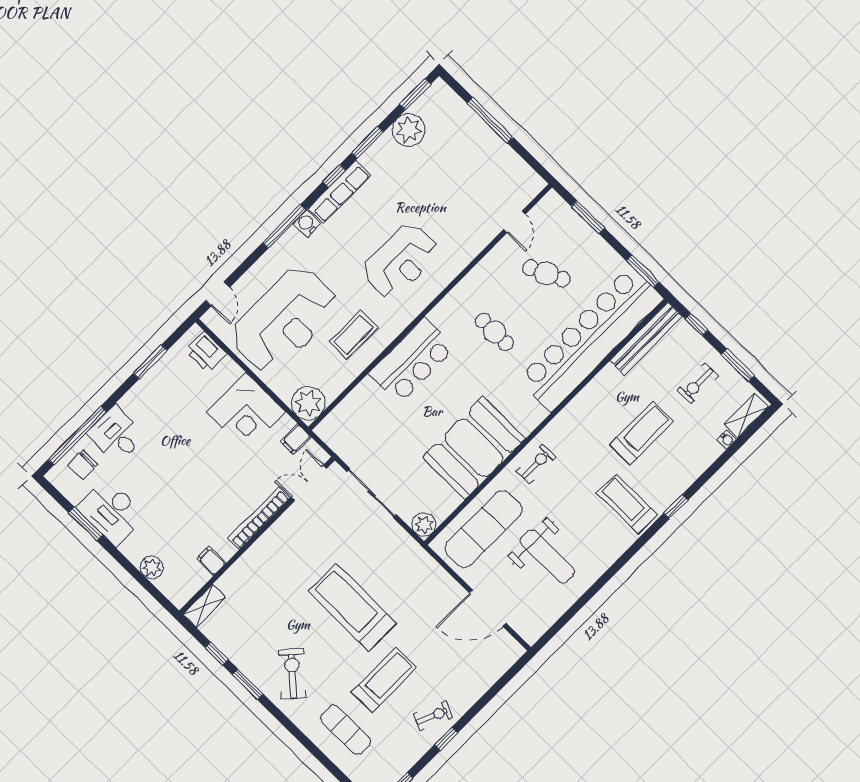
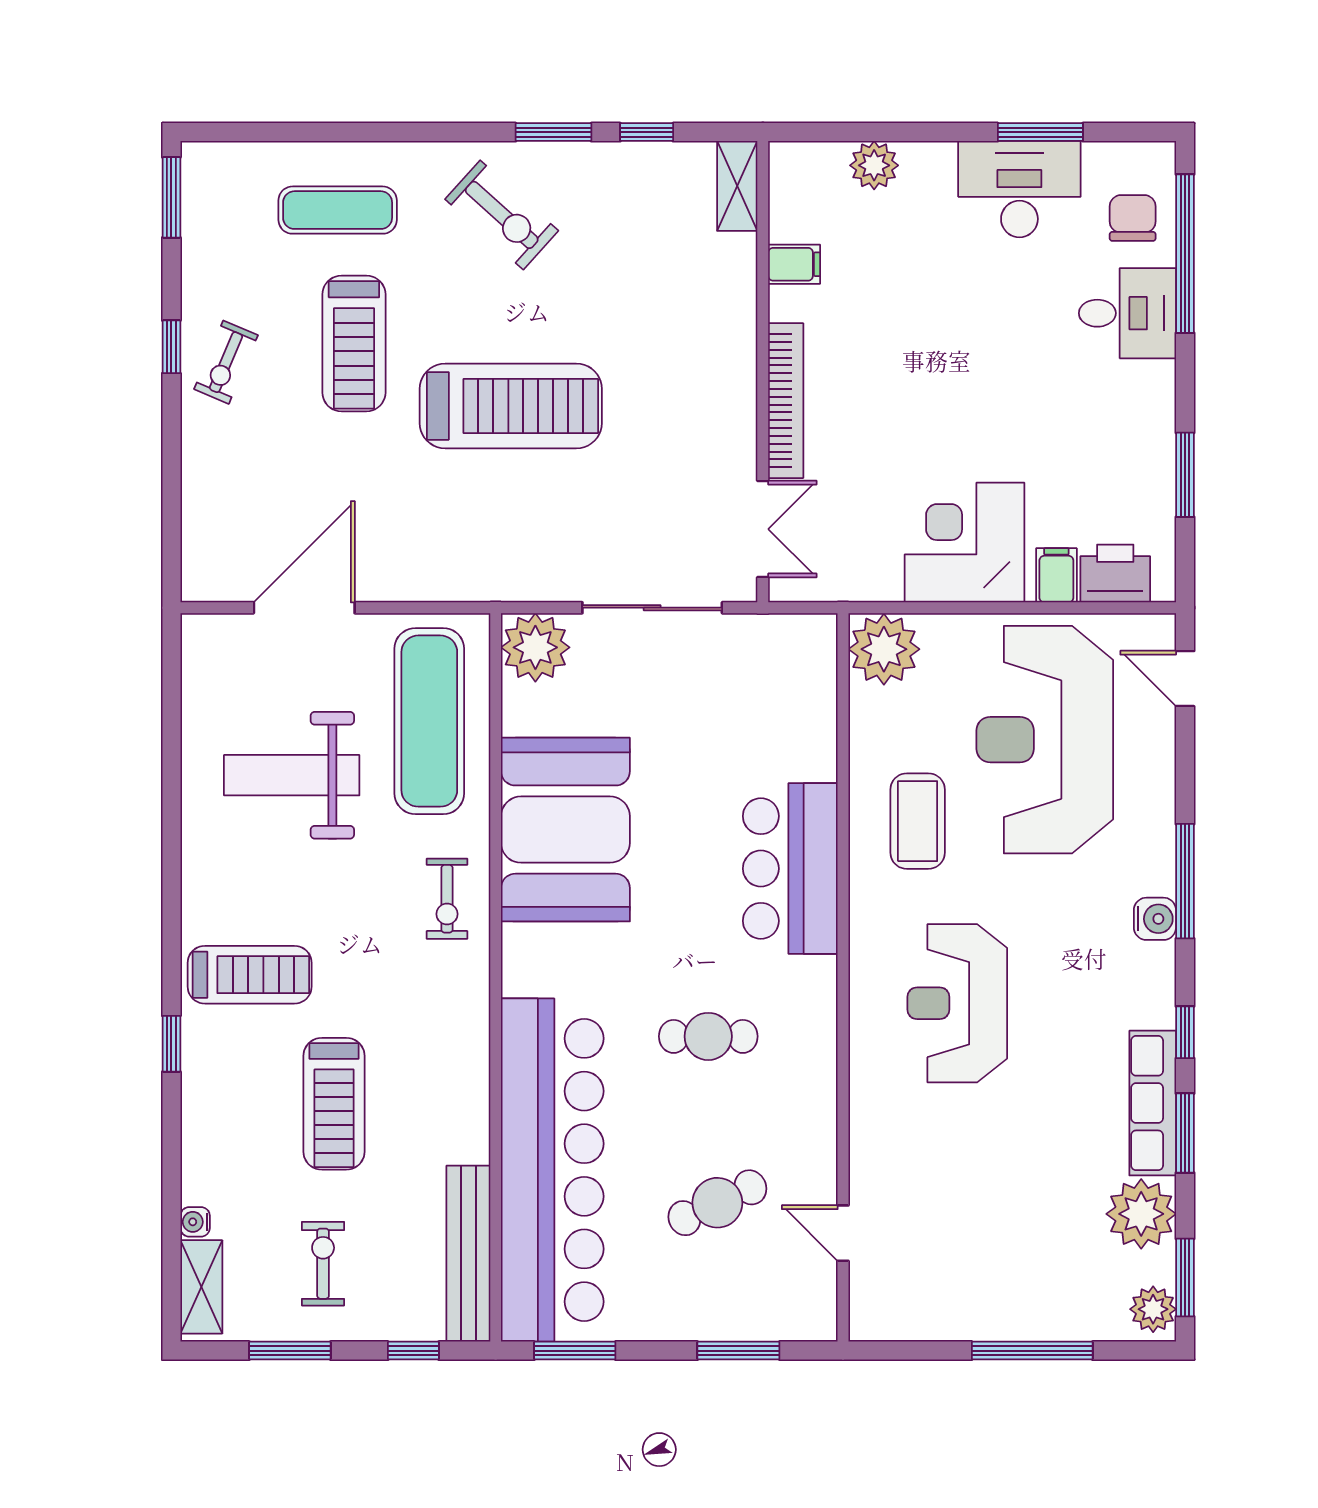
plant: (436, 94) -> (1153, 1309), added
row of seats: (340, 192) -> (1153, 1103), moved
filing cabinet: (296, 440) -> (1056, 575), moved
plant: (424, 525) -> (535, 647), width x1.36, depth x1.36

